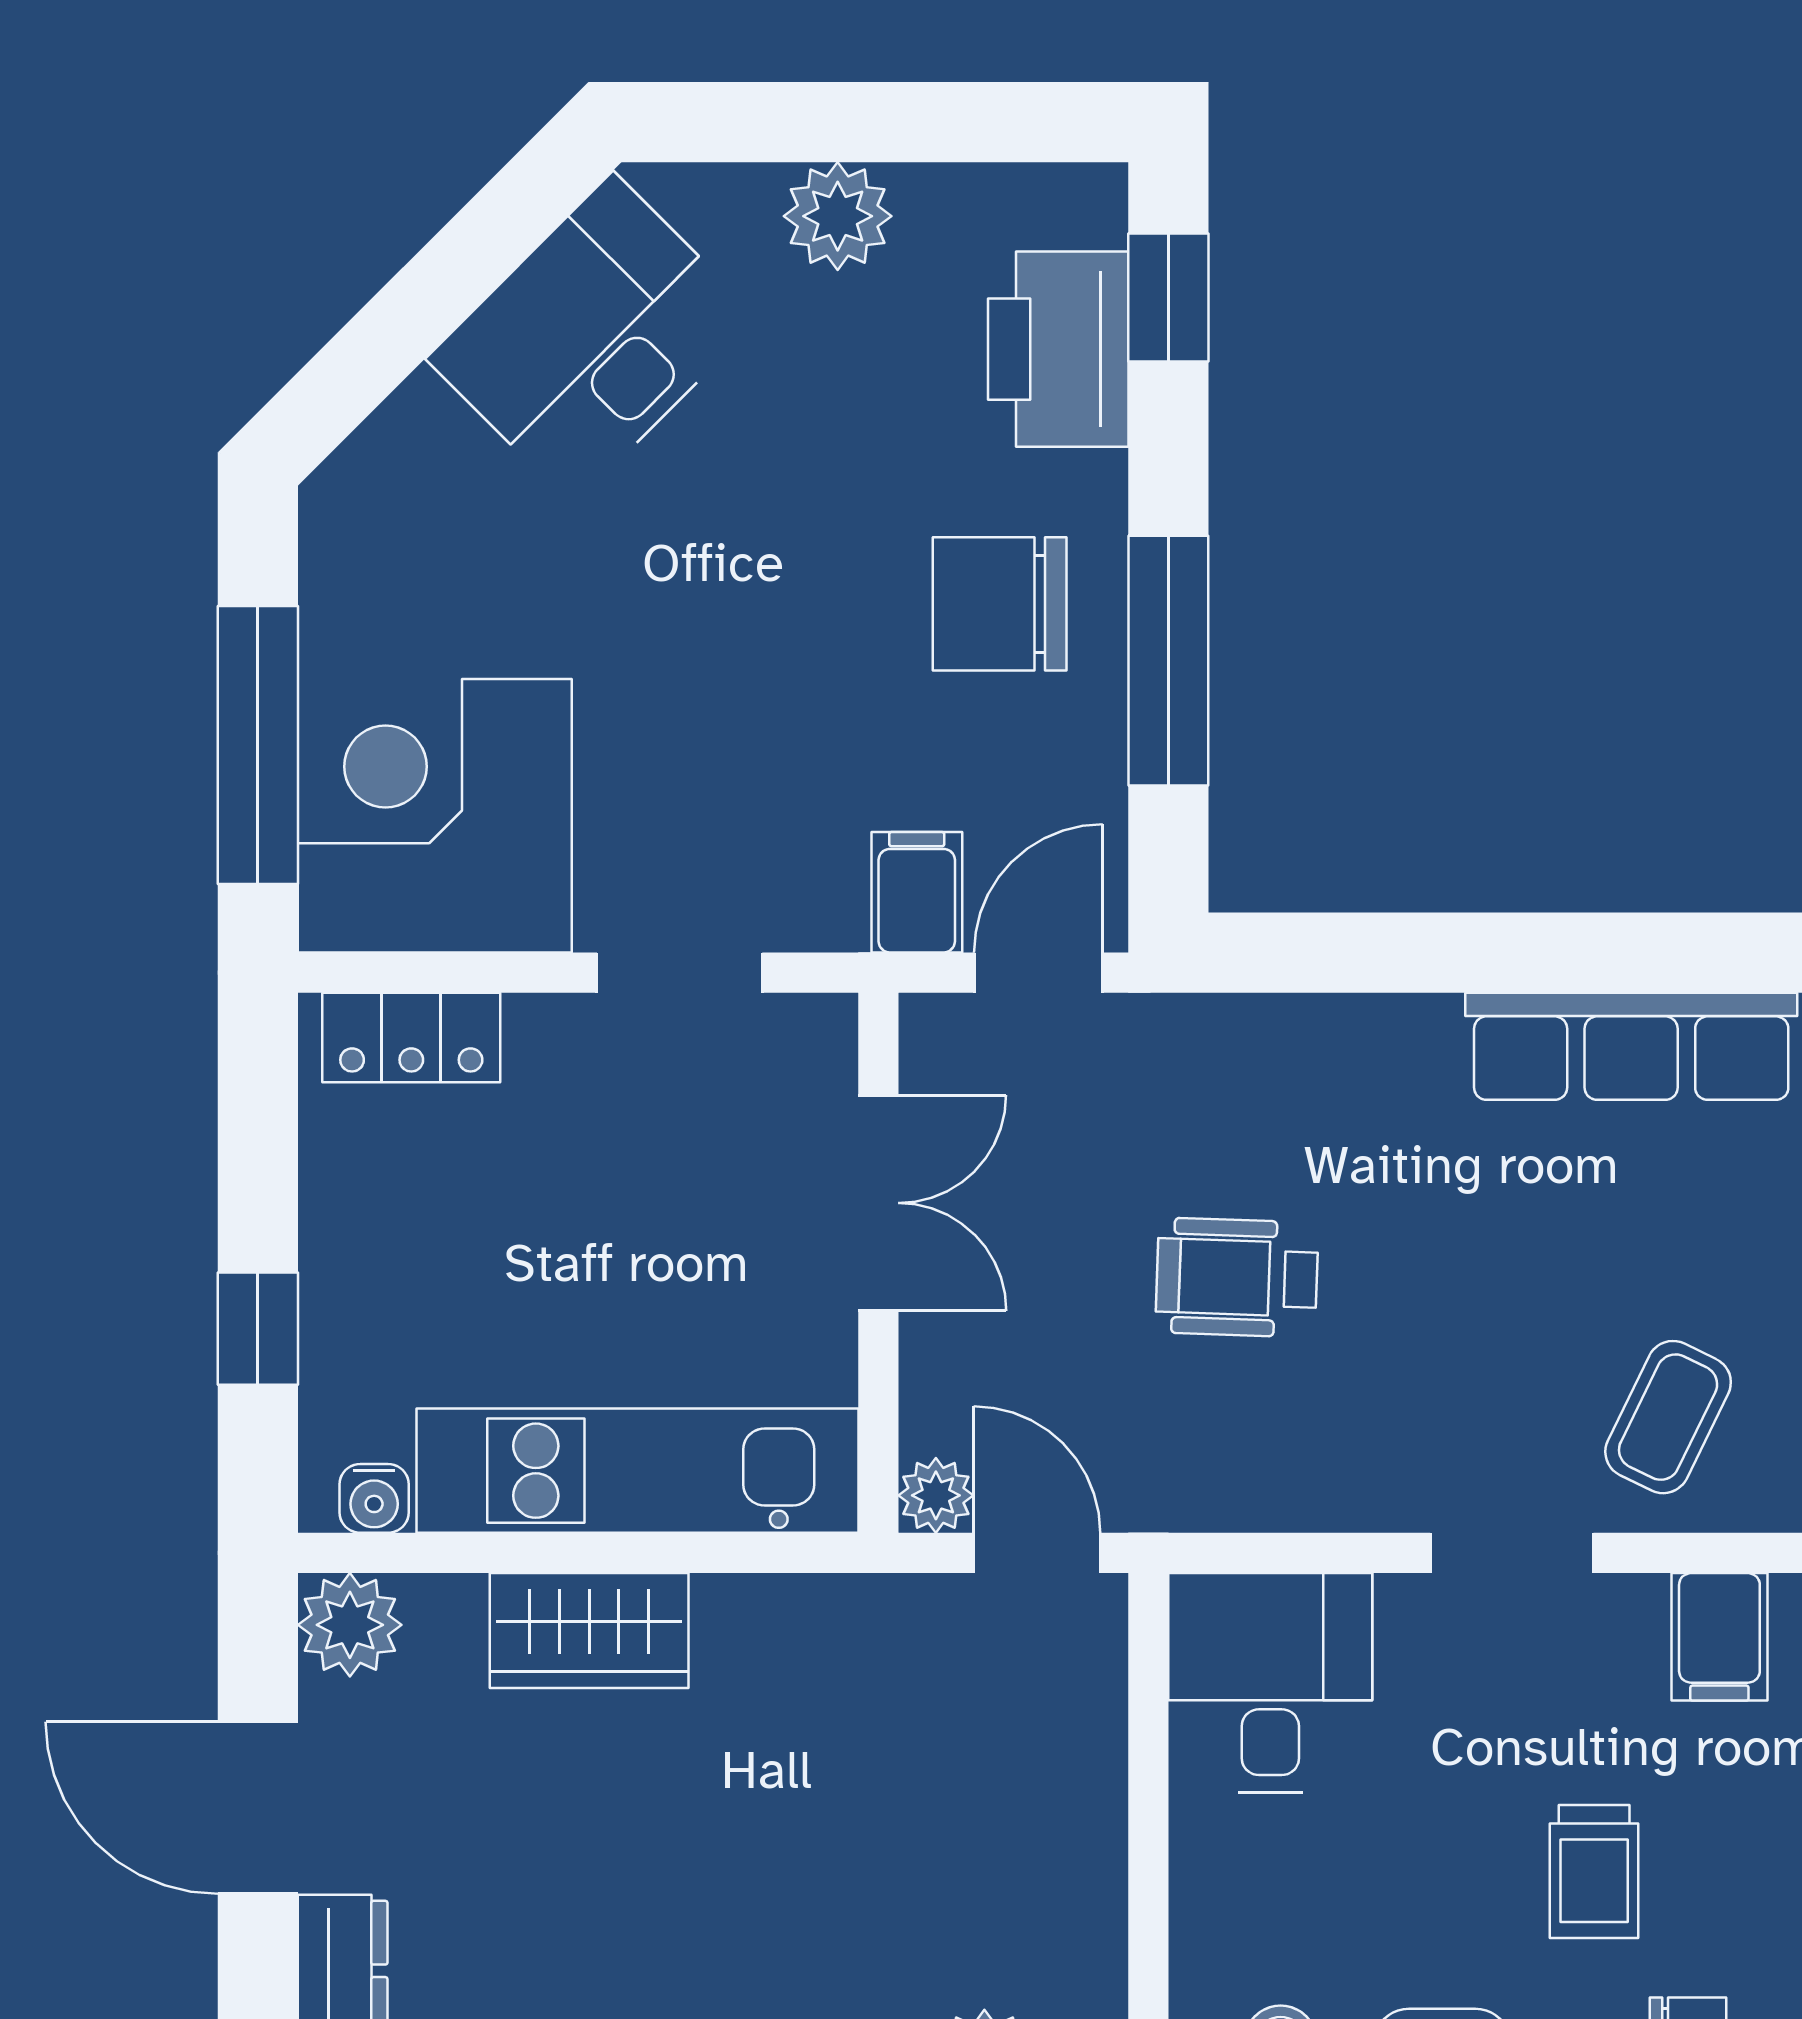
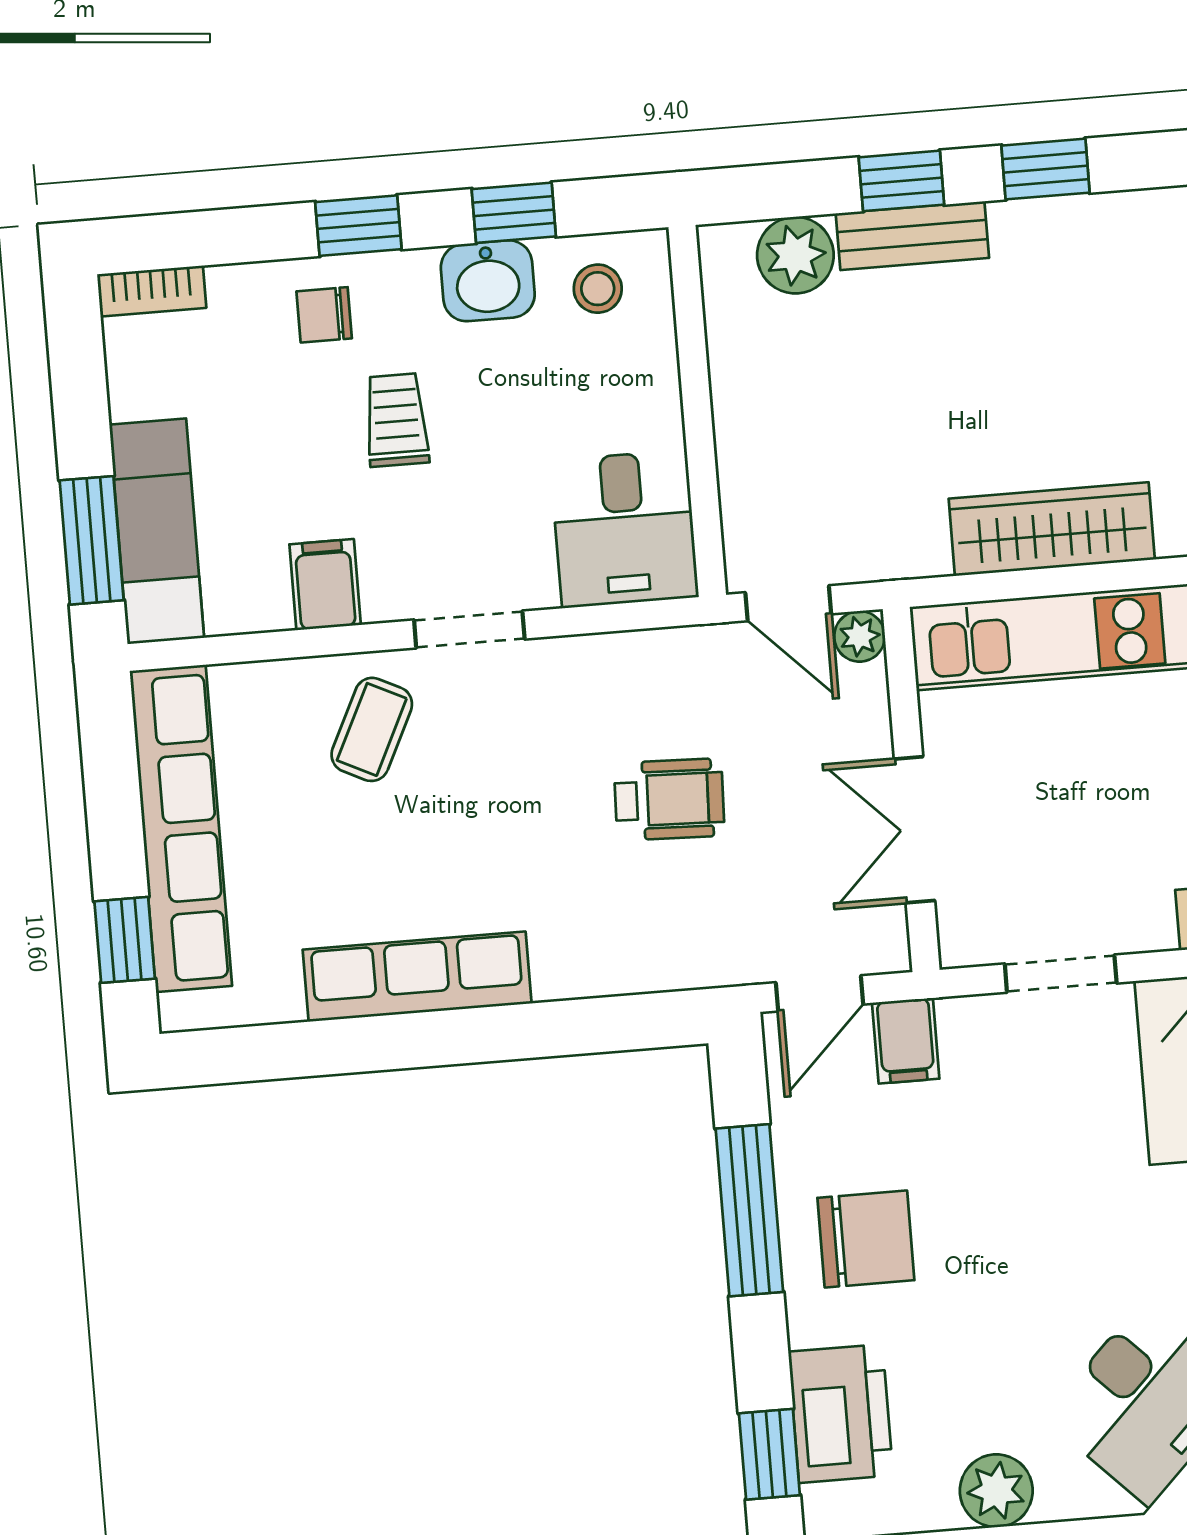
wardrobe: (589, 1631) -> (1052, 529), width x1.50

